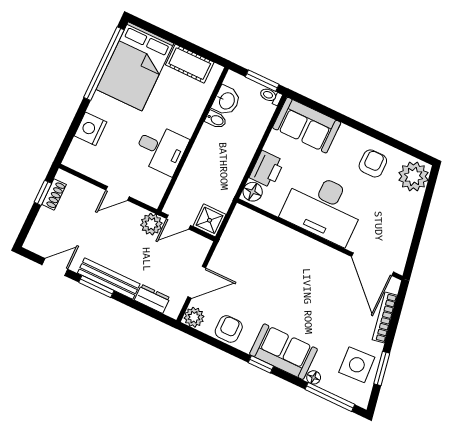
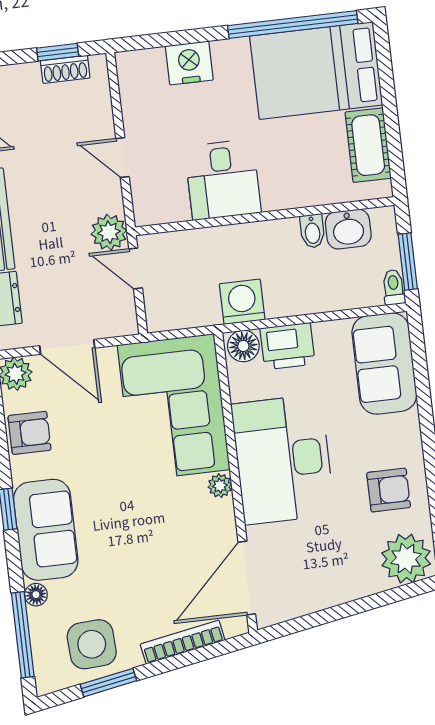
washing machine: (230, 178) -> (242, 302), added
shower: (210, 220) -> (165, 311), removed
corner sofa: (262, 247) -> (174, 407), added
plant: (317, 248) -> (220, 486), added

